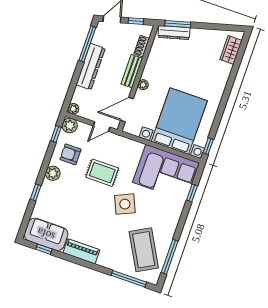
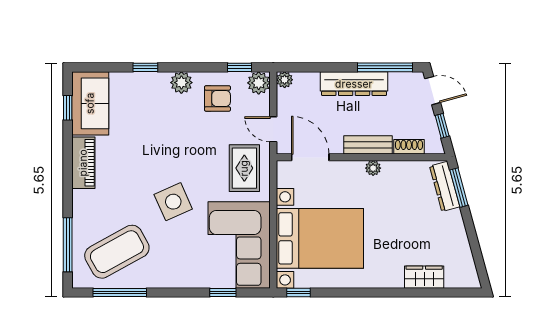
wardrobe: (231, 50) -> (424, 277), moved
plant: (143, 85) -> (373, 168), moved
armchair: (70, 154) -> (217, 98), turned 90
rug: (102, 173) -> (244, 168), moved

